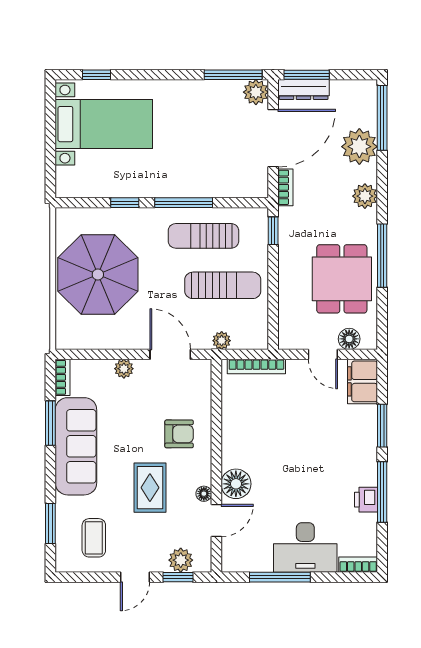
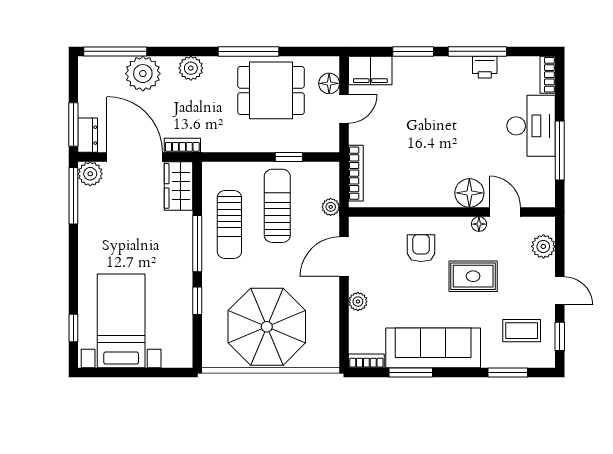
dresser: (304, 90) -> (88, 135), width x0.70
wardrobe: (243, 183) -> (179, 186), added
window: (273, 231) -> (289, 157), moved
window: (178, 577) -> (560, 336), moved

